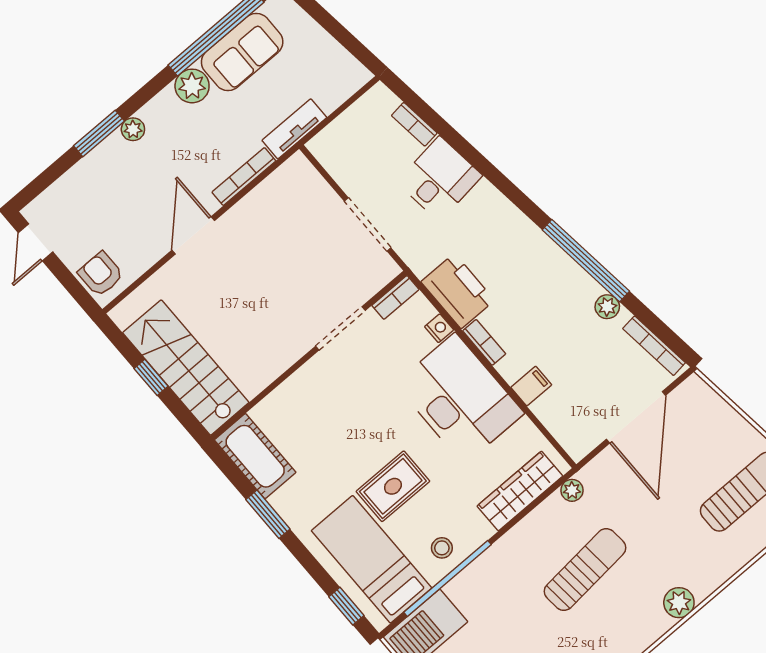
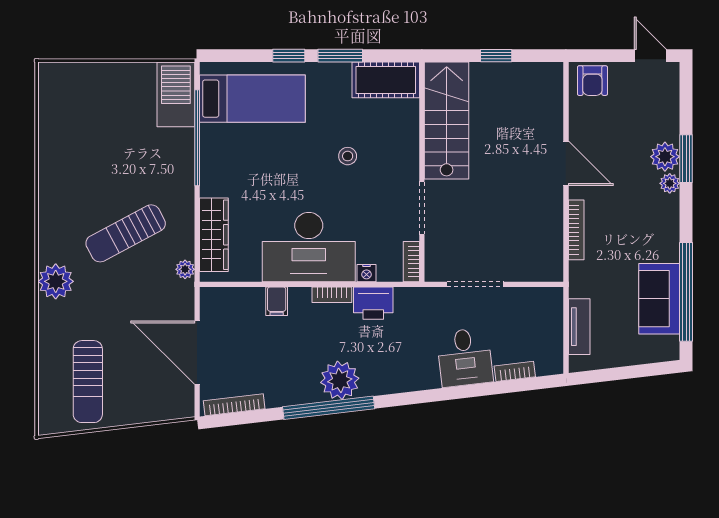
plant: (192, 86) -> (665, 157), moved
tv unit: (294, 129) -> (579, 327), moved
armchair: (101, 274) -> (592, 81), turned 90
printer: (458, 291) -> (373, 303), width x0.73, depth x0.84
plant: (607, 307) -> (340, 380), moved, width x1.87, depth x1.87
stairs: (186, 368) -> (447, 121), moved, turned -90
rug: (393, 486) -> (288, 154), removed
stool: (442, 548) -> (348, 156), moved
sun lounger: (585, 570) -> (126, 233), turned 67
plant: (679, 603) -> (56, 281), width x1.36, depth x1.36
window: (346, 606) -> (289, 56), moved

